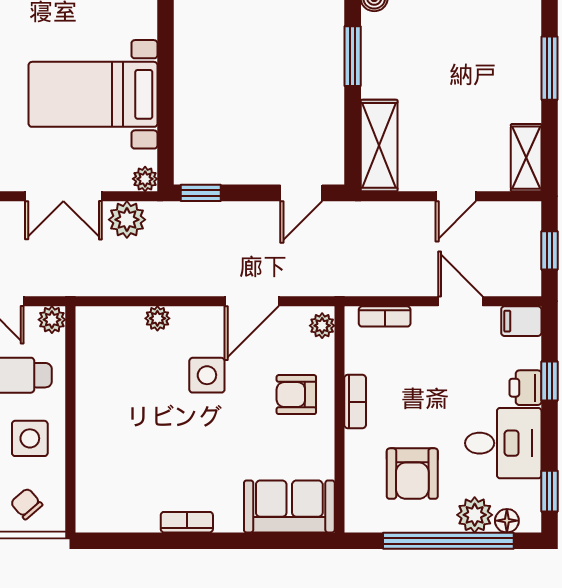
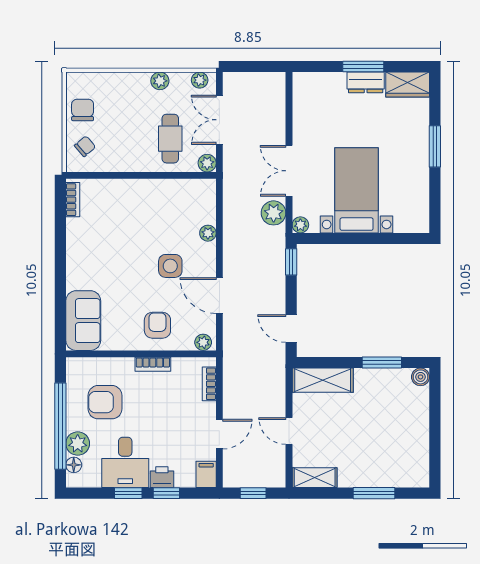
side table: (30, 438) -> (128, 148), removed
window: (549, 491) -> (128, 493), moved
bookcase: (187, 522) -> (73, 200), moved

